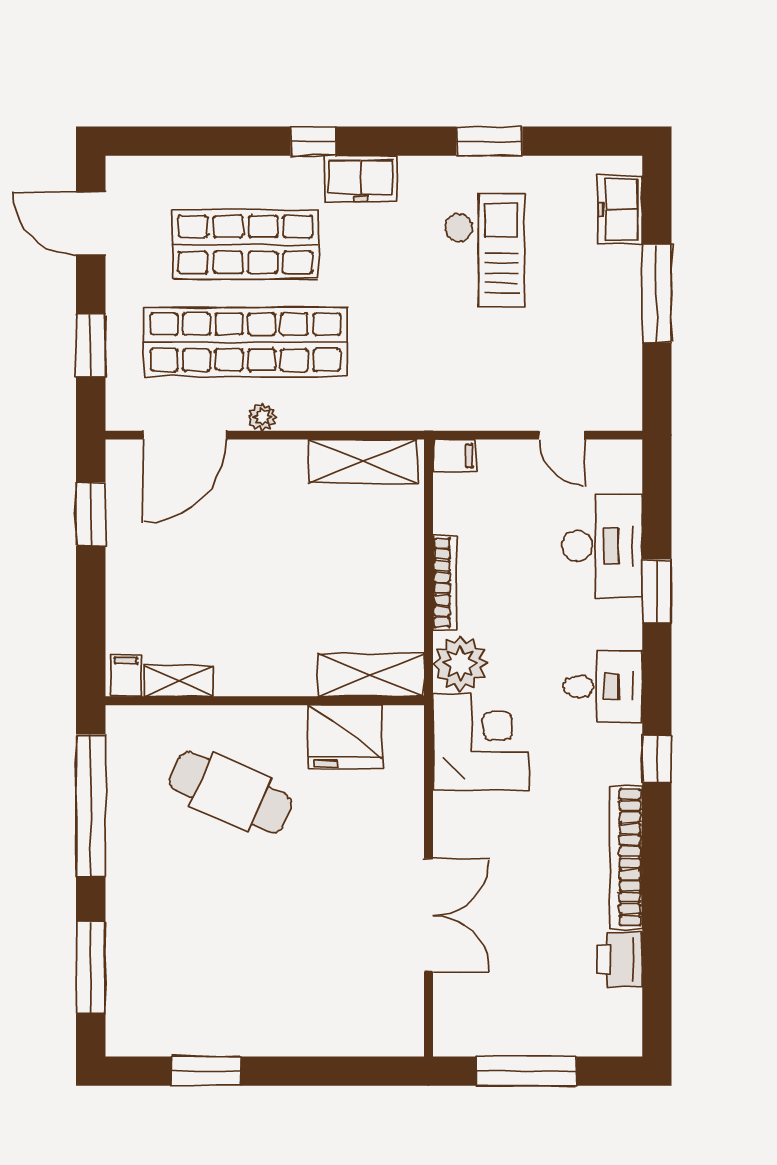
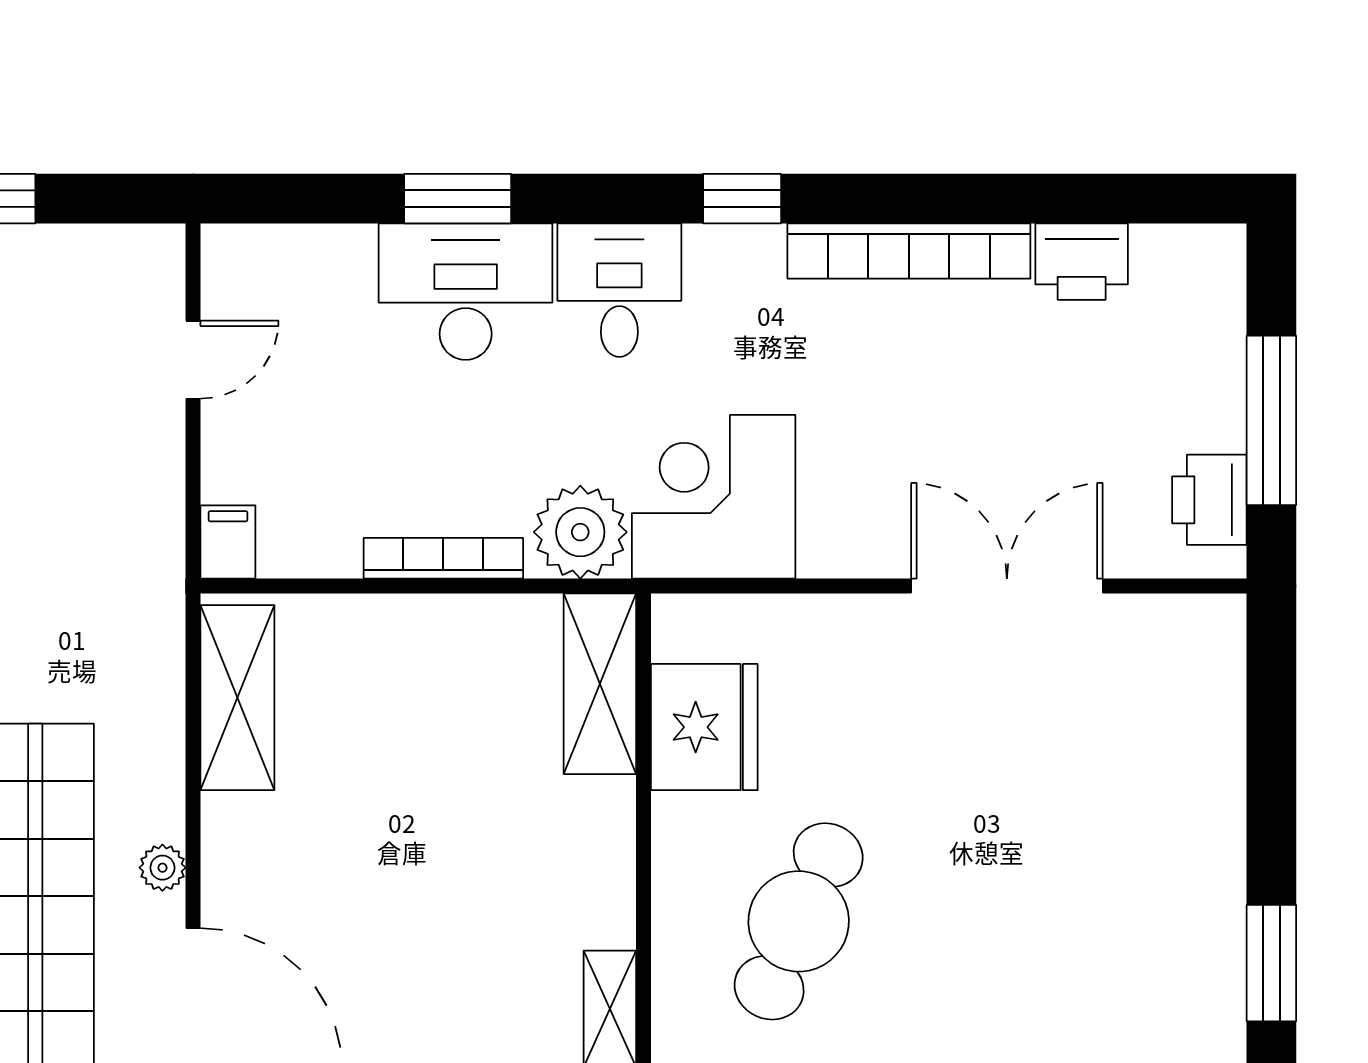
desk: (602, 546) -> (466, 292), moved
printer: (479, 1035) -> (1209, 500), added

